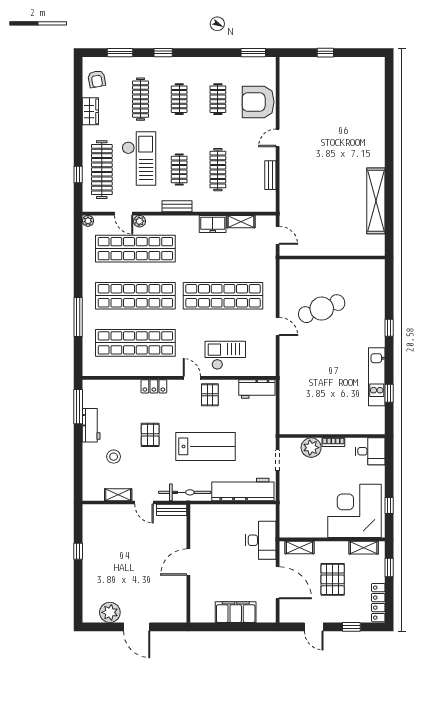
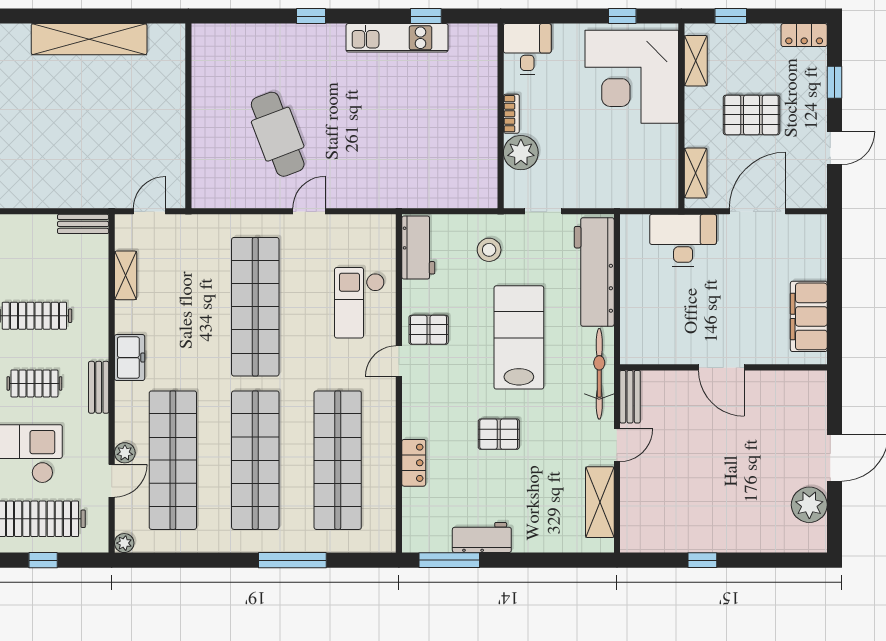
bench: (270, 175) -> (83, 224), moved
freezer: (213, 224) -> (130, 358), moved
locker: (154, 386) -> (414, 463), moved
stool: (114, 457) -> (489, 250), moved
shelving: (118, 495) -> (600, 502), width x1.50, depth x1.33
locker: (378, 603) -> (804, 35), width x0.66
filing cabinet: (236, 612) -> (809, 316), moved

